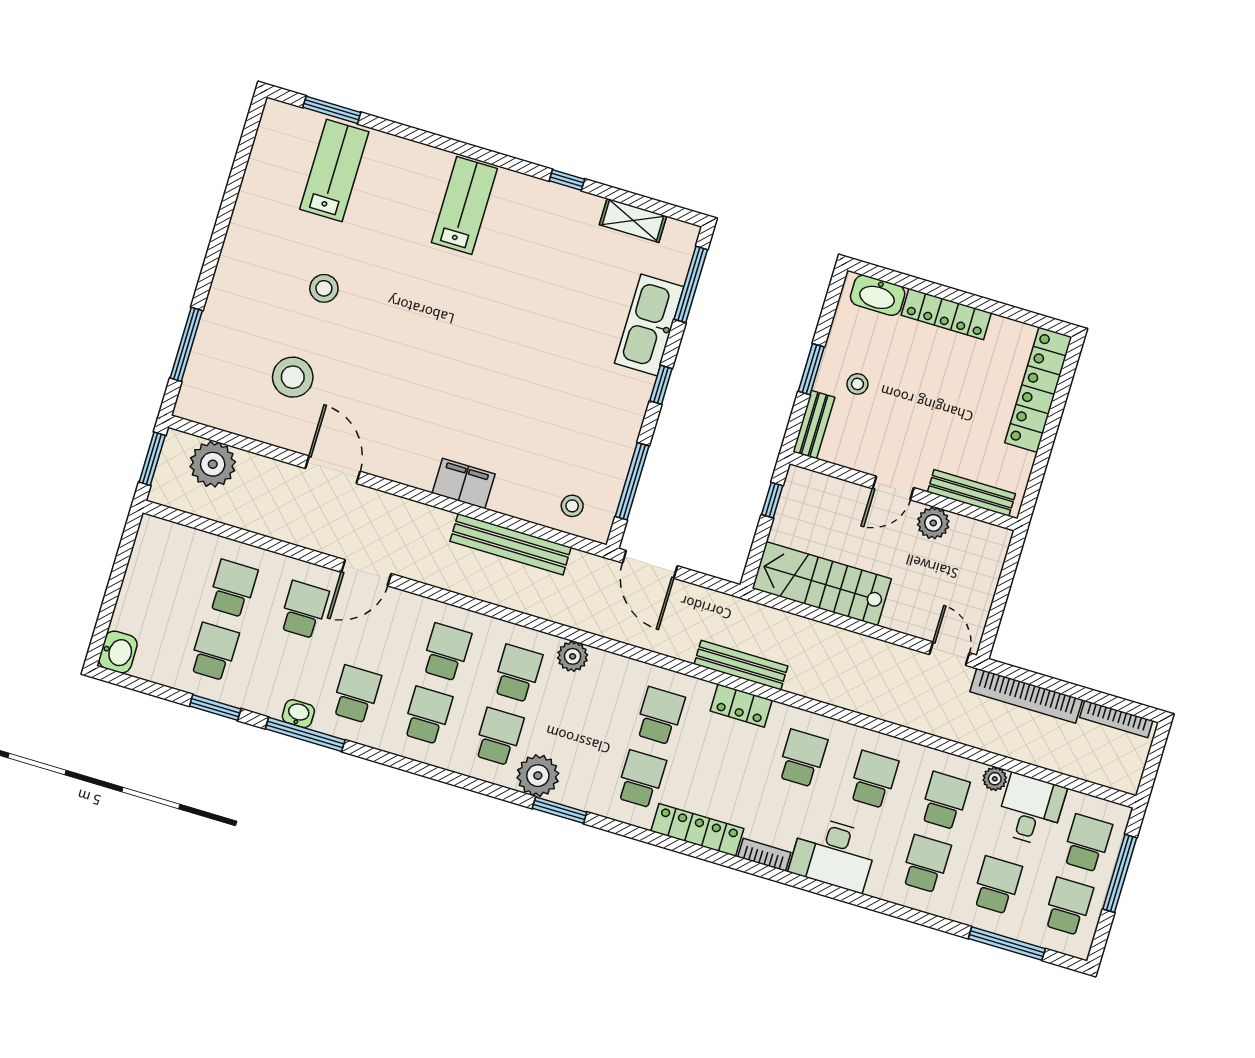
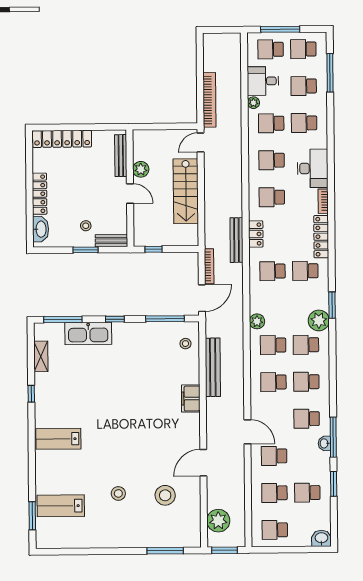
school desk: (162, 567) -> (275, 530), added
stairs: (822, 584) -> (186, 191), moved
bookcase: (1116, 719) -> (209, 266), moved

